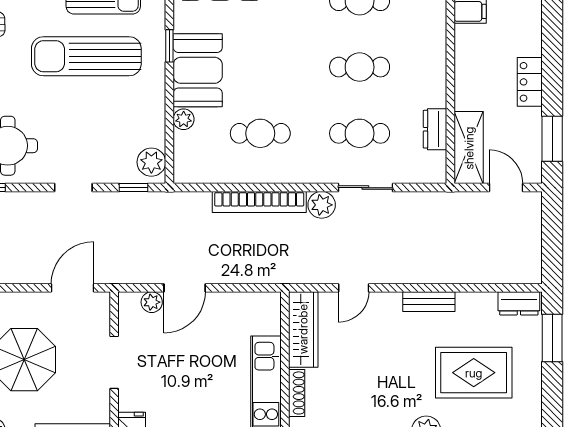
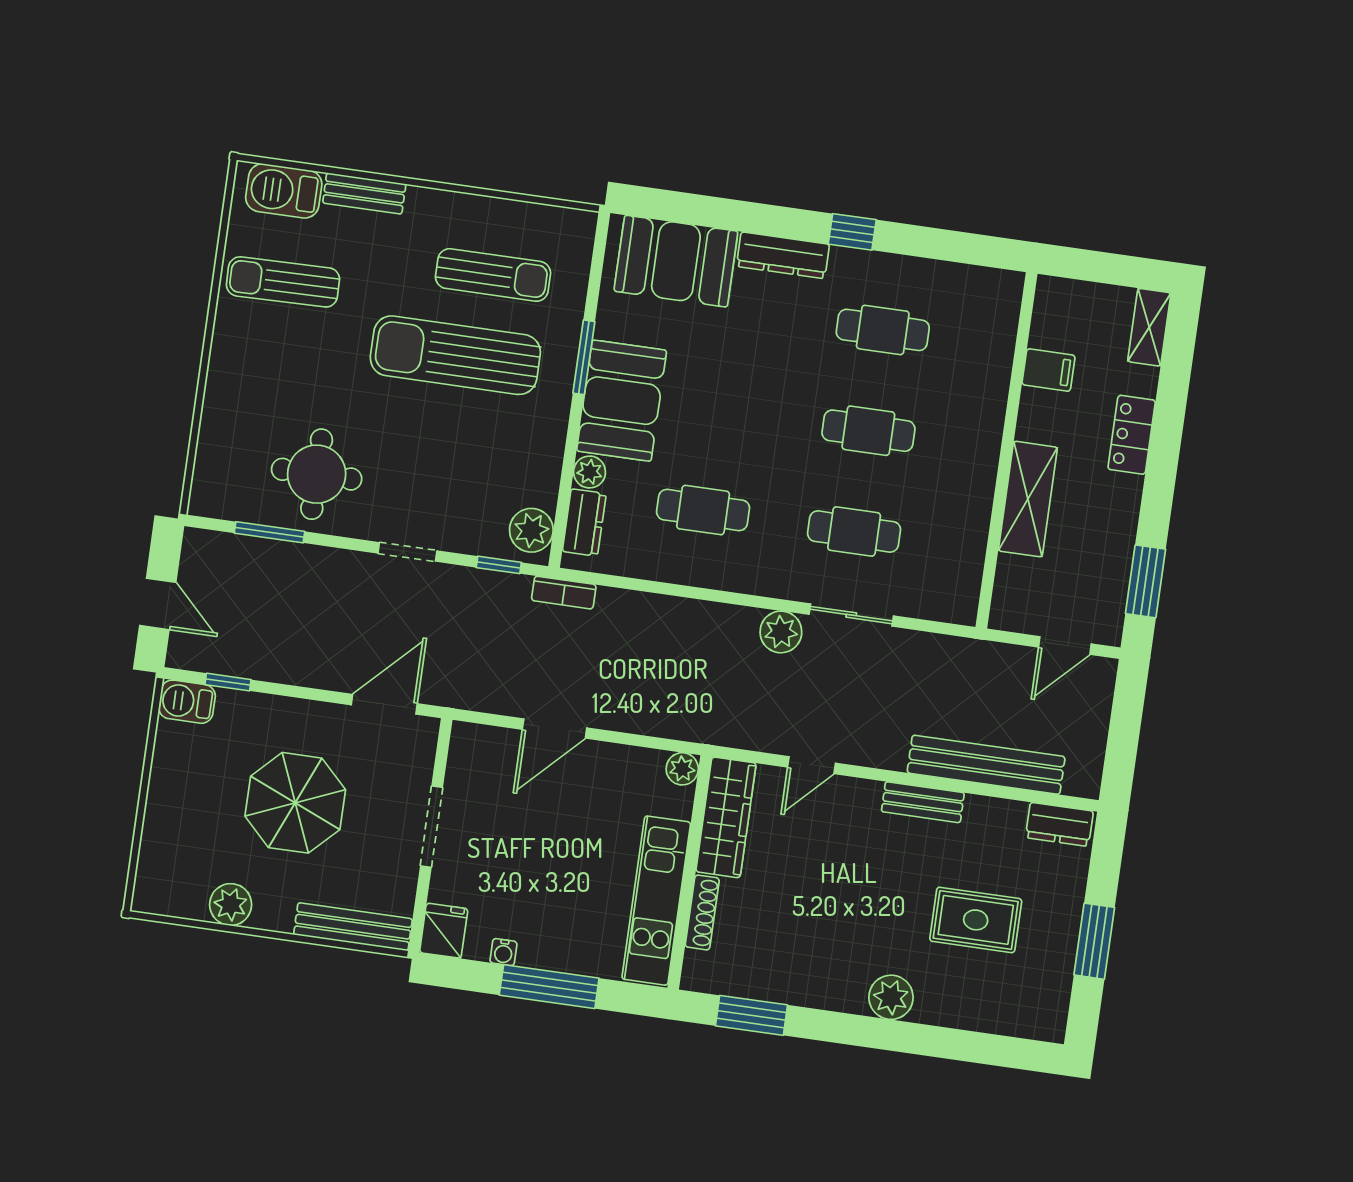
window: (169, 46) -> (584, 357), width x1.50
locker: (530, 82) -> (1132, 435), moved
dresser: (435, 129) -> (584, 522), moved, turned 180
shelving: (469, 148) -> (1028, 499), moved
door: (506, 188) -> (1065, 645), swing flipped
bookcase: (259, 202) -> (564, 593), moved, width x0.43, depth x0.76
bench: (466, 272) -> (986, 765), added
plant: (152, 302) -> (682, 769), moved
window: (552, 338) -> (1094, 941), moved
rug: (474, 373) -> (976, 920), width x0.73, depth x0.70

